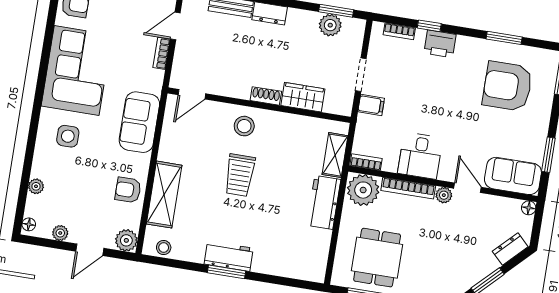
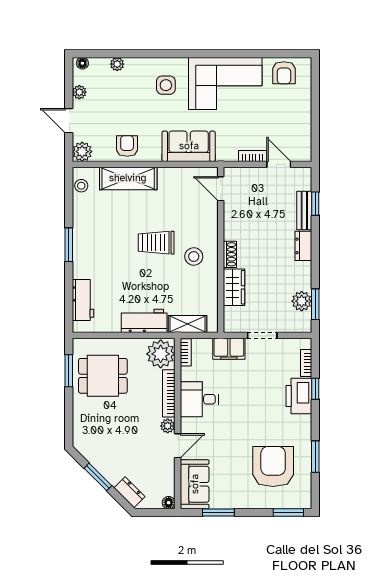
printer: (440, 44) -> (299, 396), width x1.37, depth x1.19
filing cabinet: (371, 105) -> (229, 349), width x2.00
stool: (244, 126) -> (194, 256), moved
workbench: (229, 256) -> (83, 300), moved

